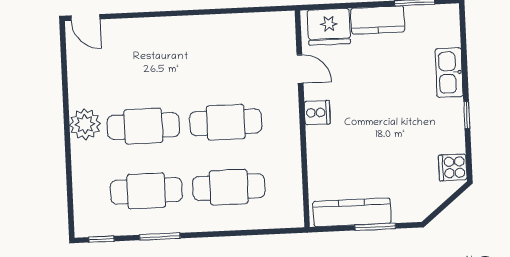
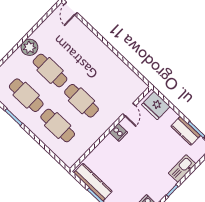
kitchen counter: (378, 20) -> (186, 131), moved

